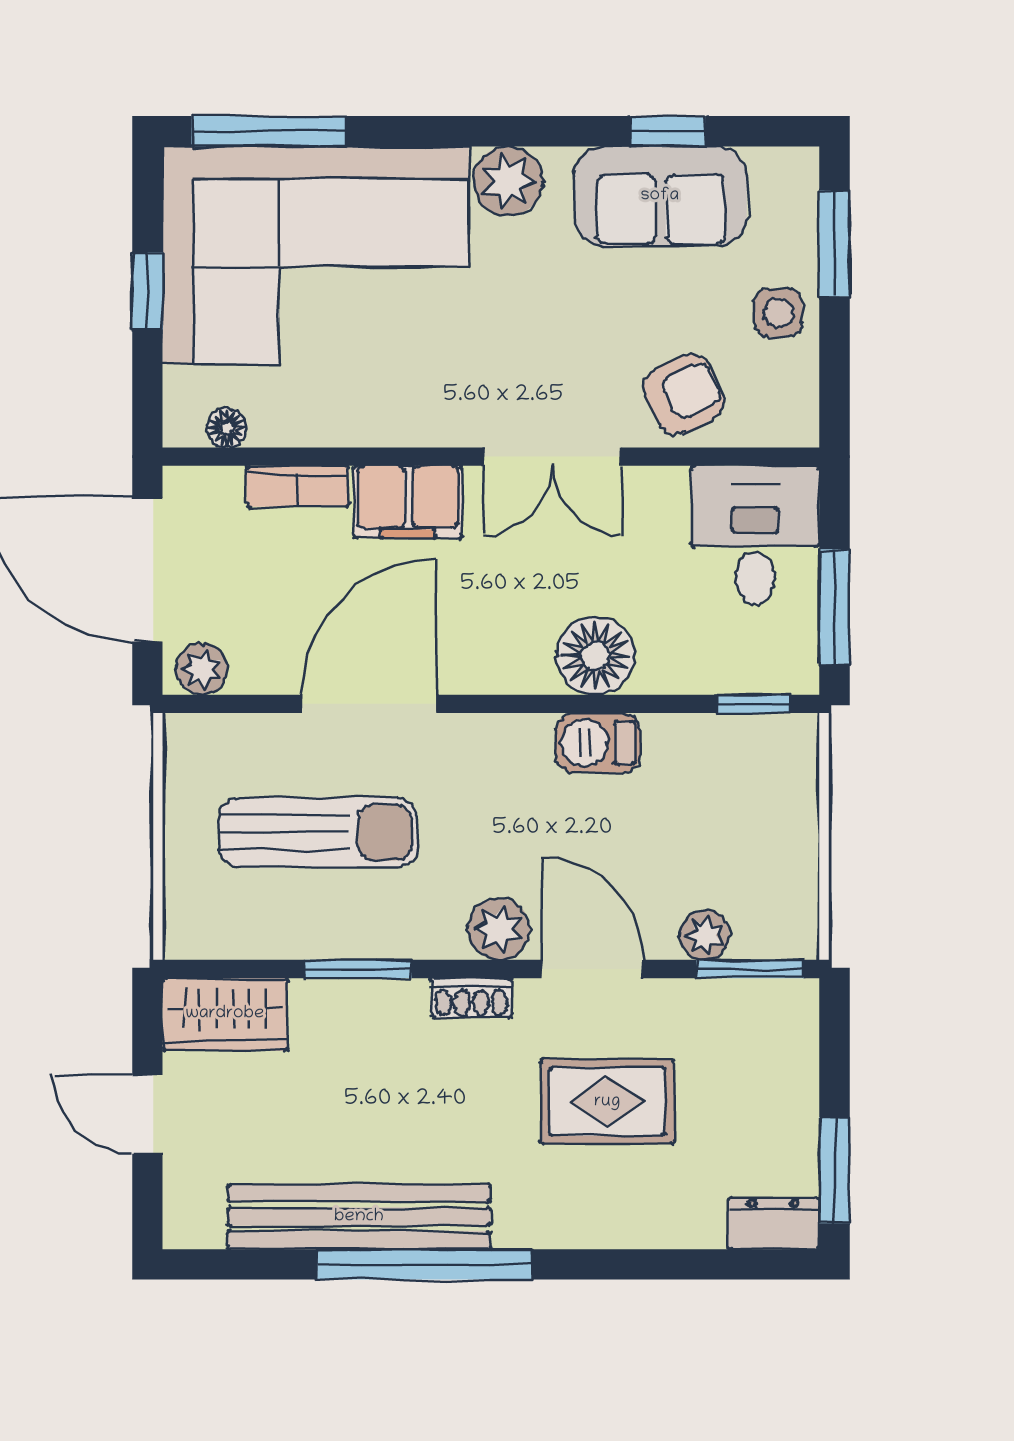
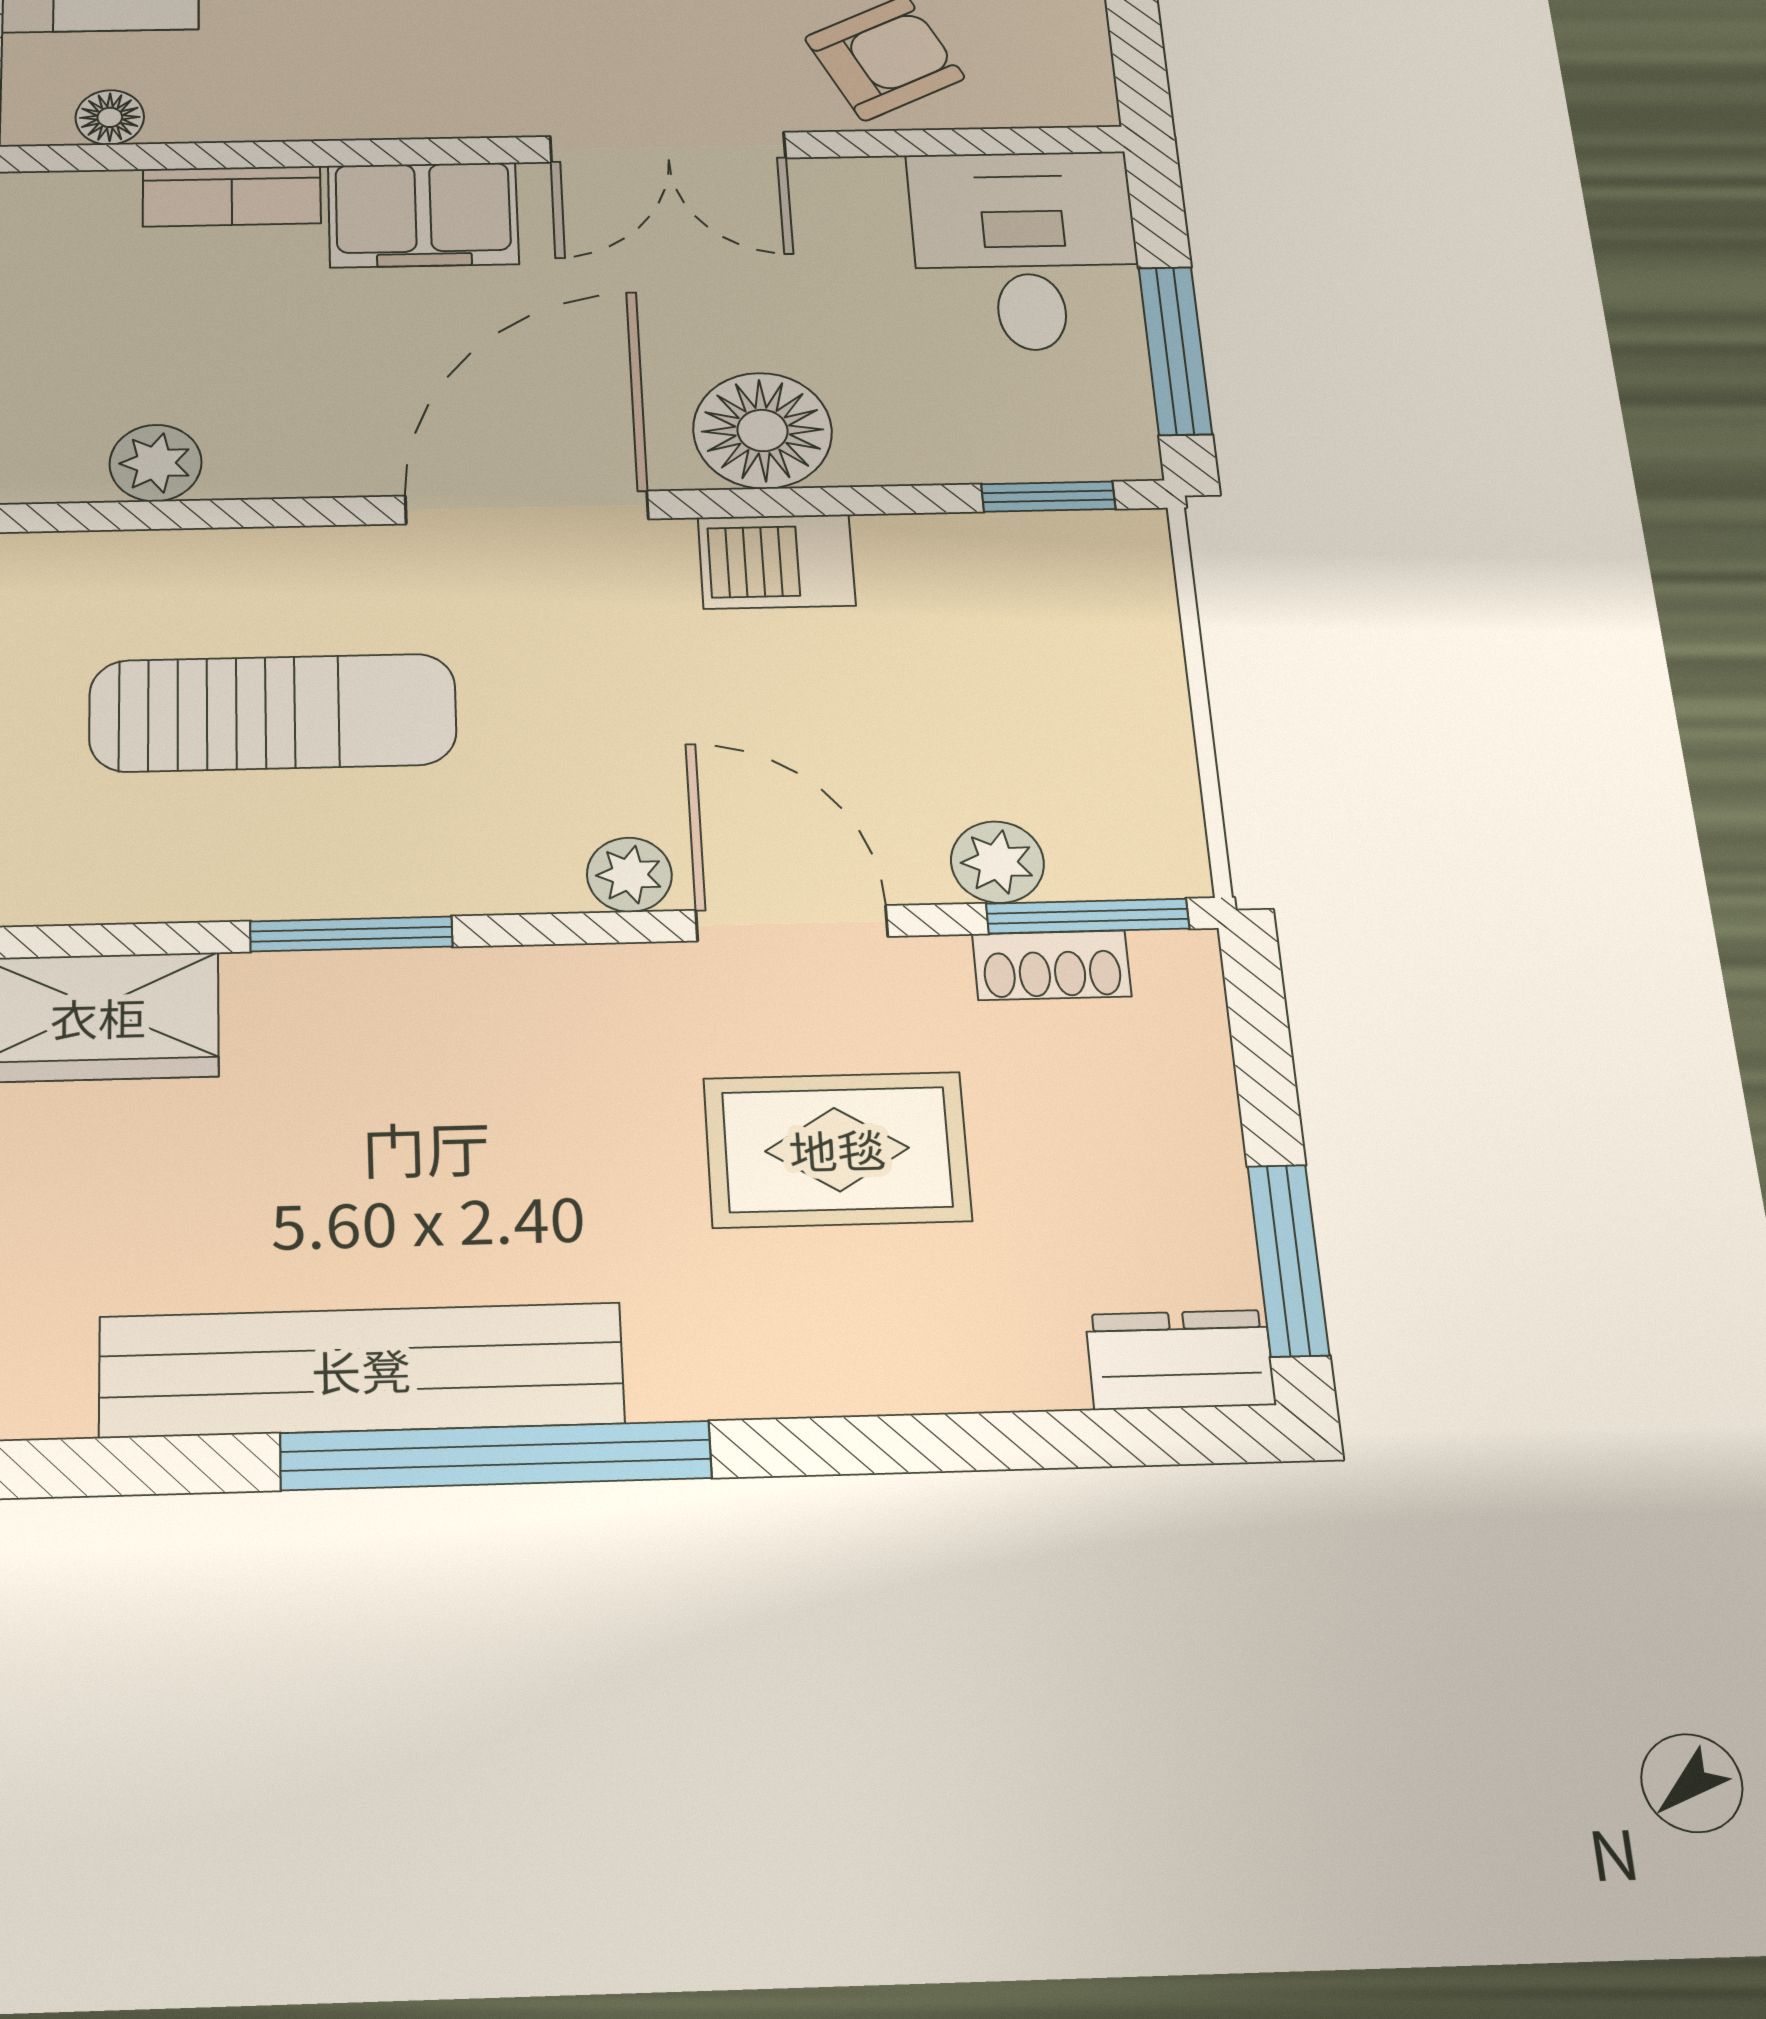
plant: (202, 669) -> (156, 463), moved
door: (369, 704) -> (527, 507), moved
plant: (499, 929) -> (629, 875), width x0.73, depth x0.73
shoe rack: (471, 998) -> (1052, 965), moved

